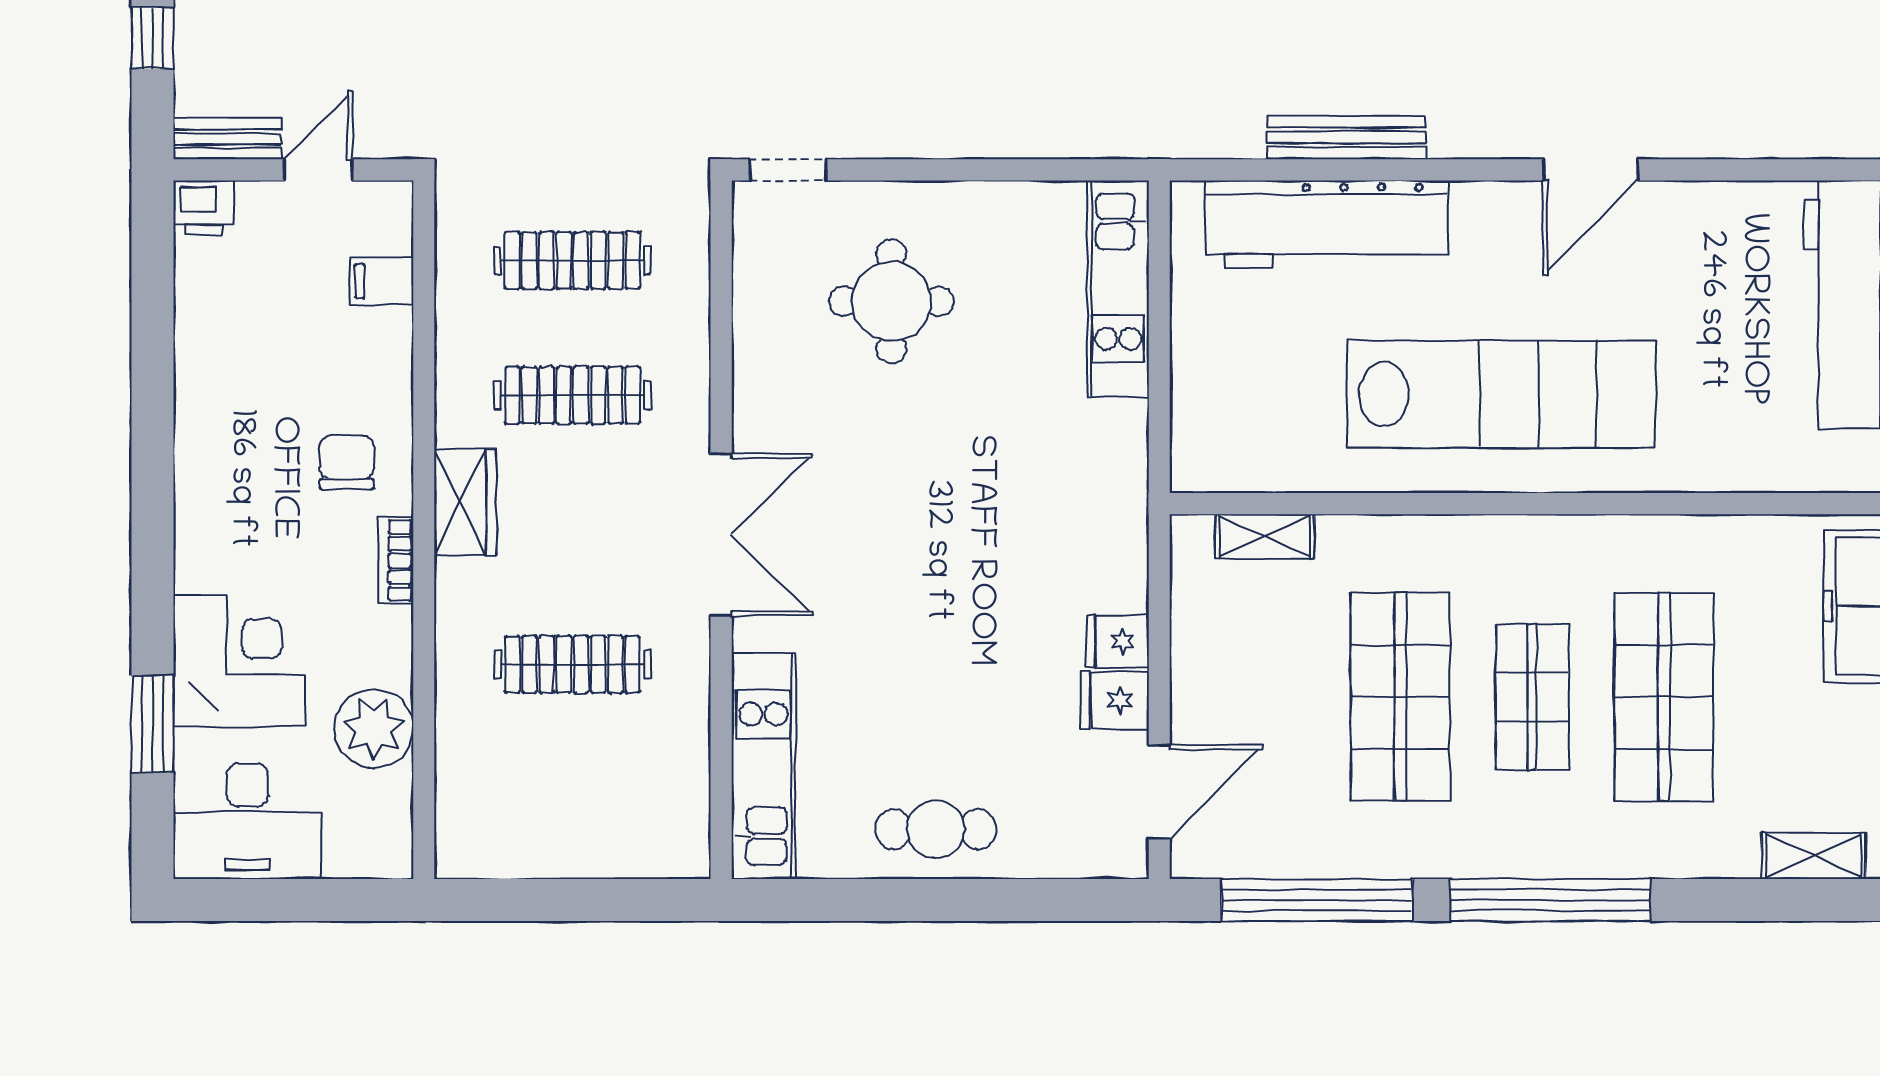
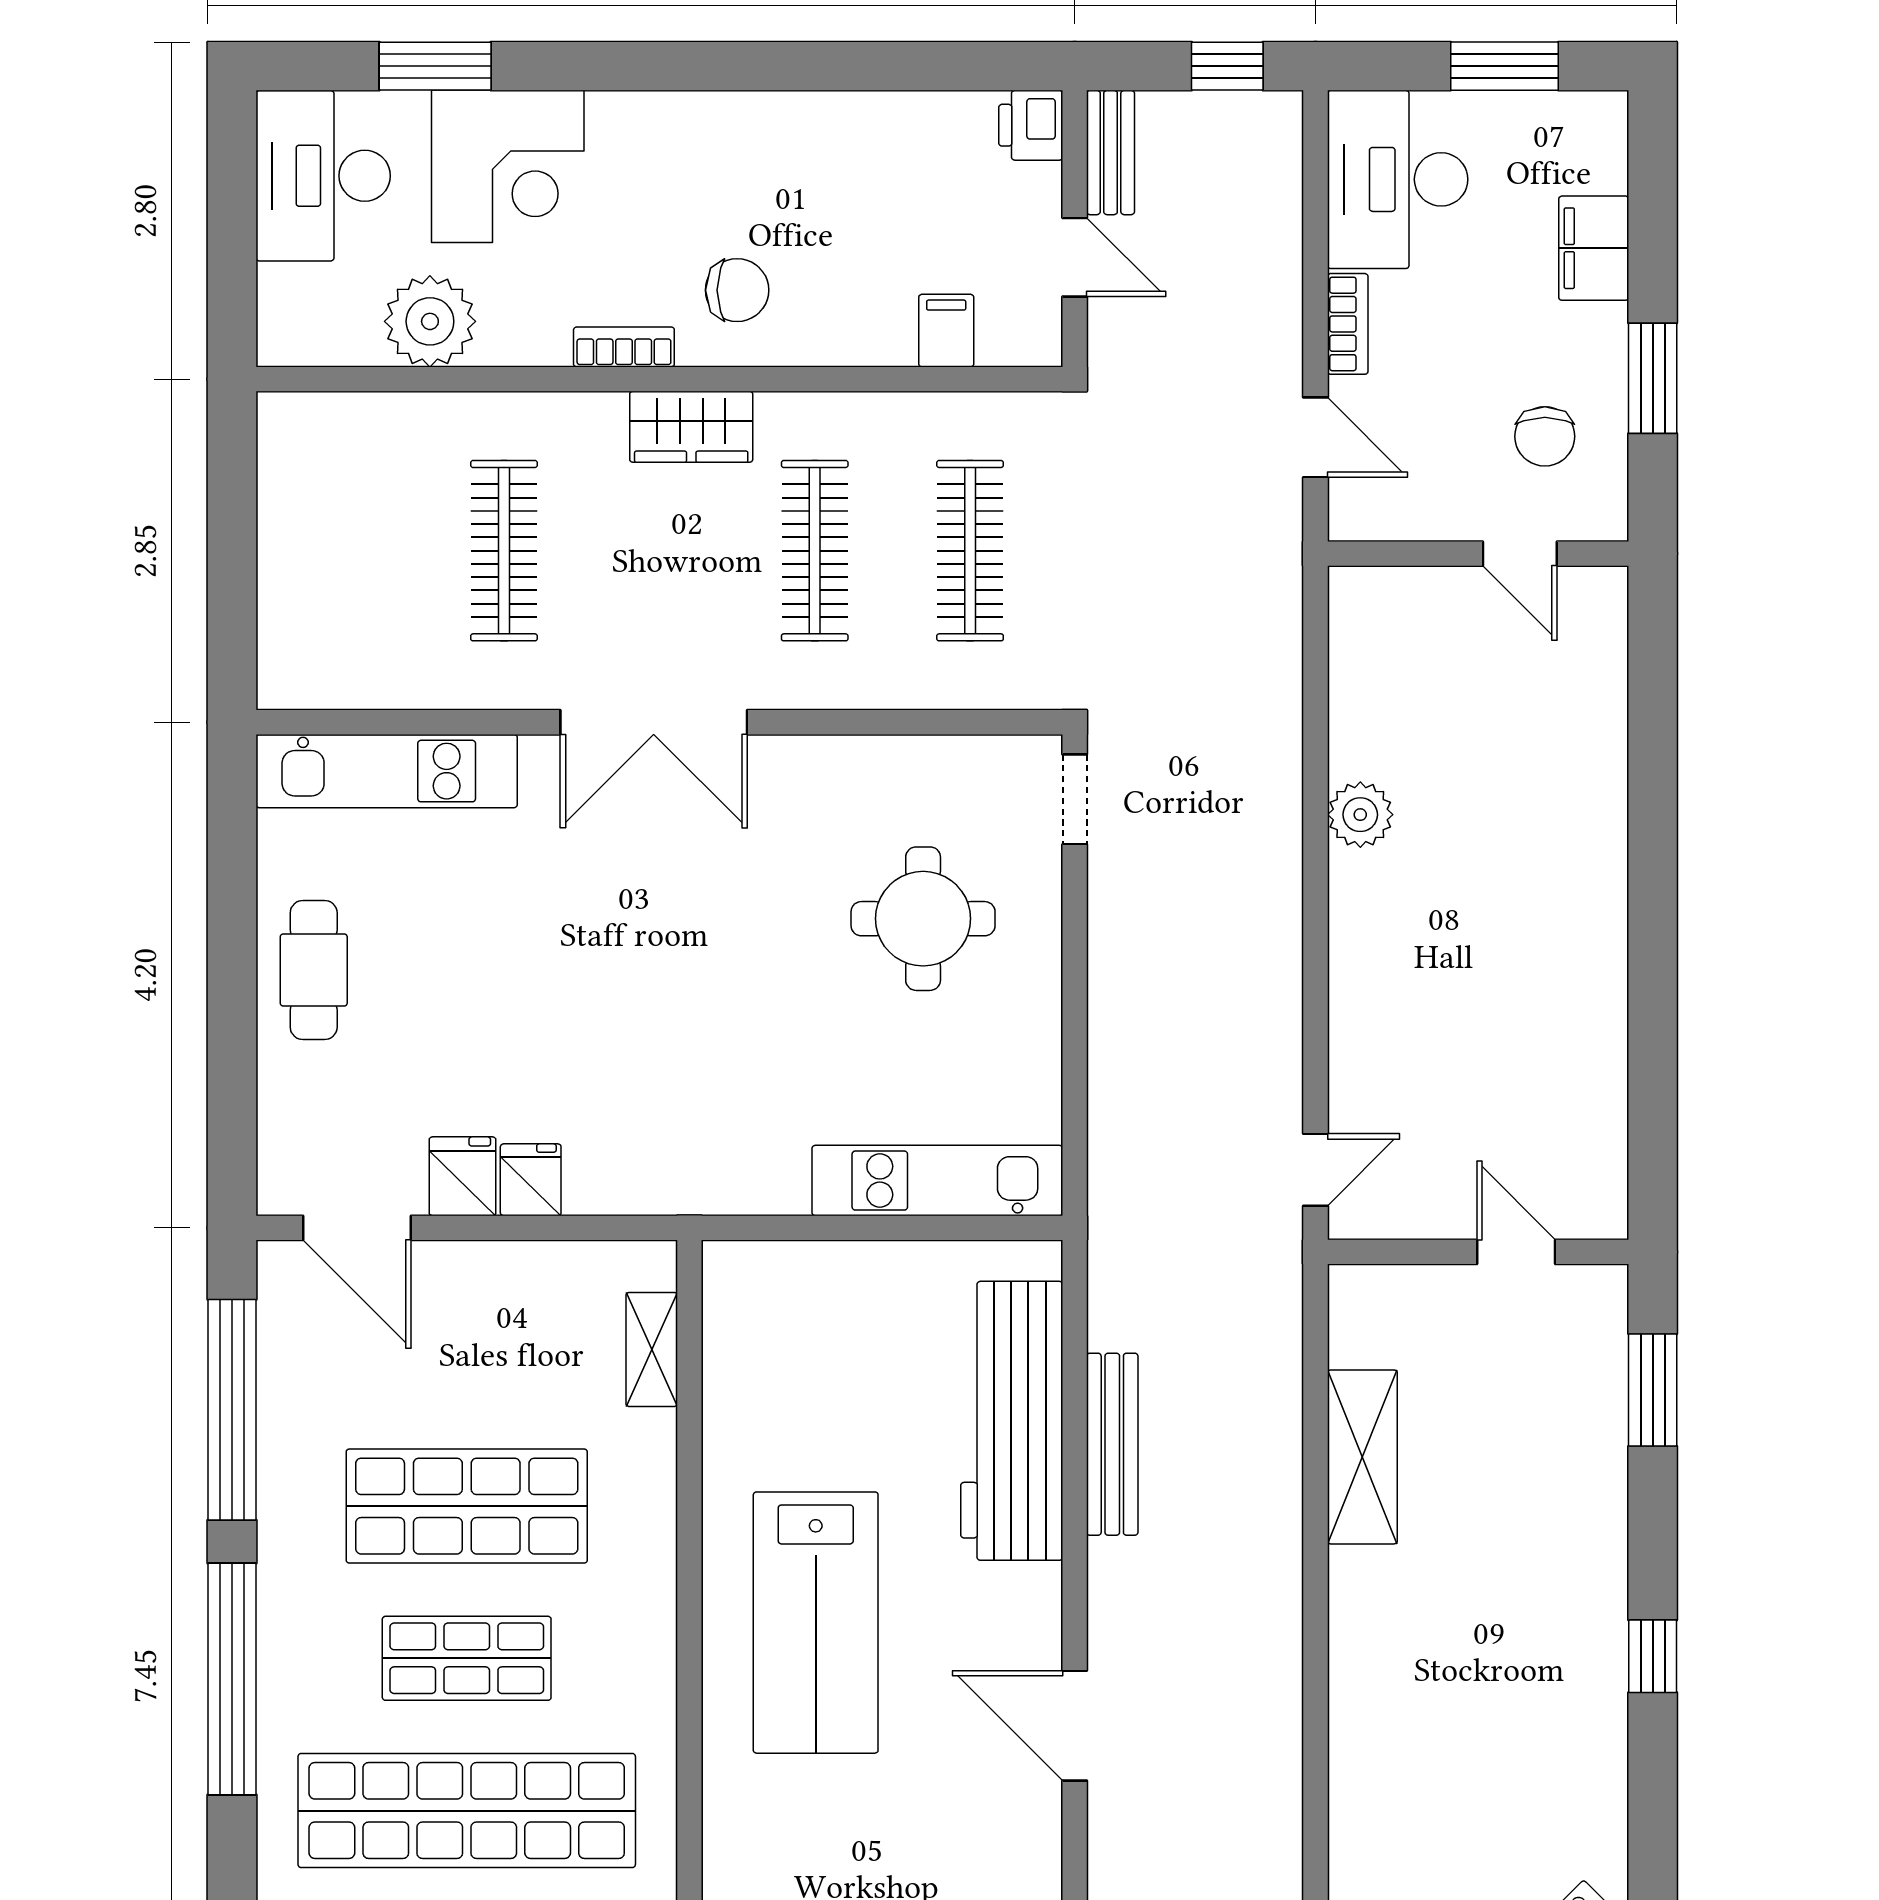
lab bench: (1501, 394) -> (816, 1623), width x0.73
shop shelf: (1664, 697) -> (467, 1811), width x1.40

